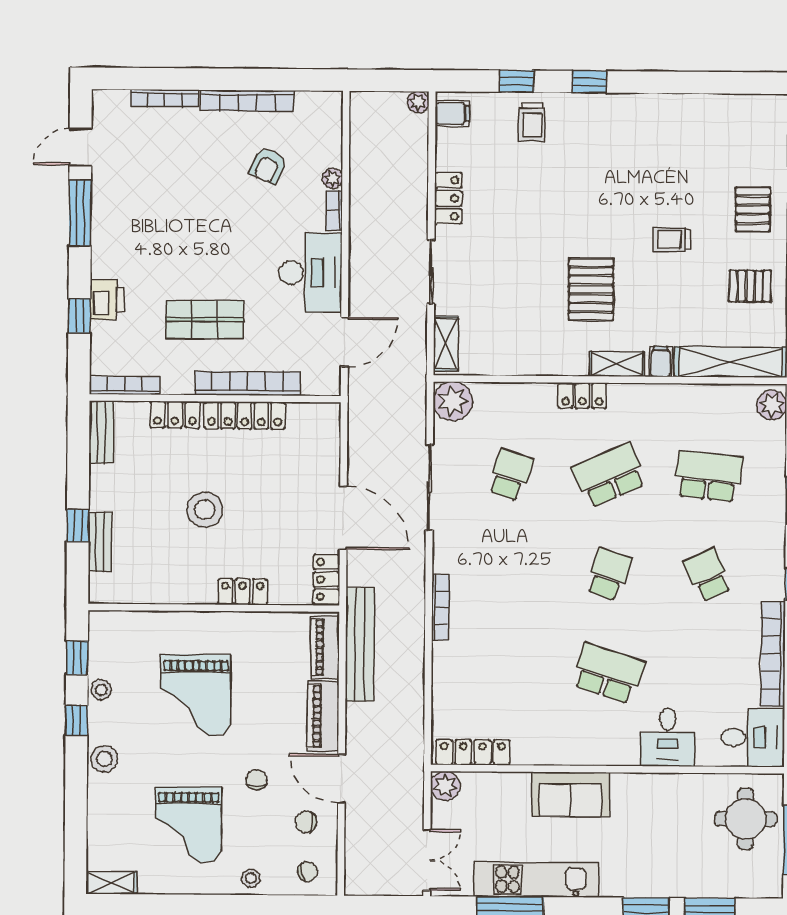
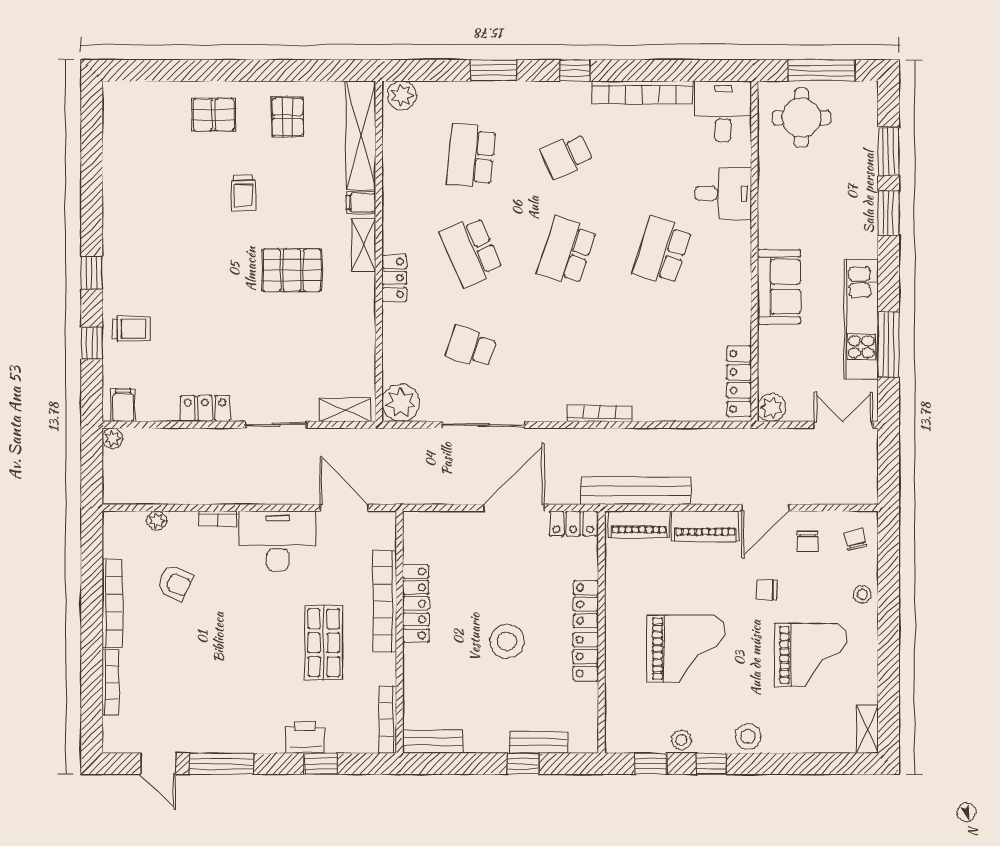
plant: (332, 178) -> (157, 521), moved
locker: (175, 415) -> (586, 657), moved, turned 180
school desk: (609, 574) -> (567, 251), width x1.85

